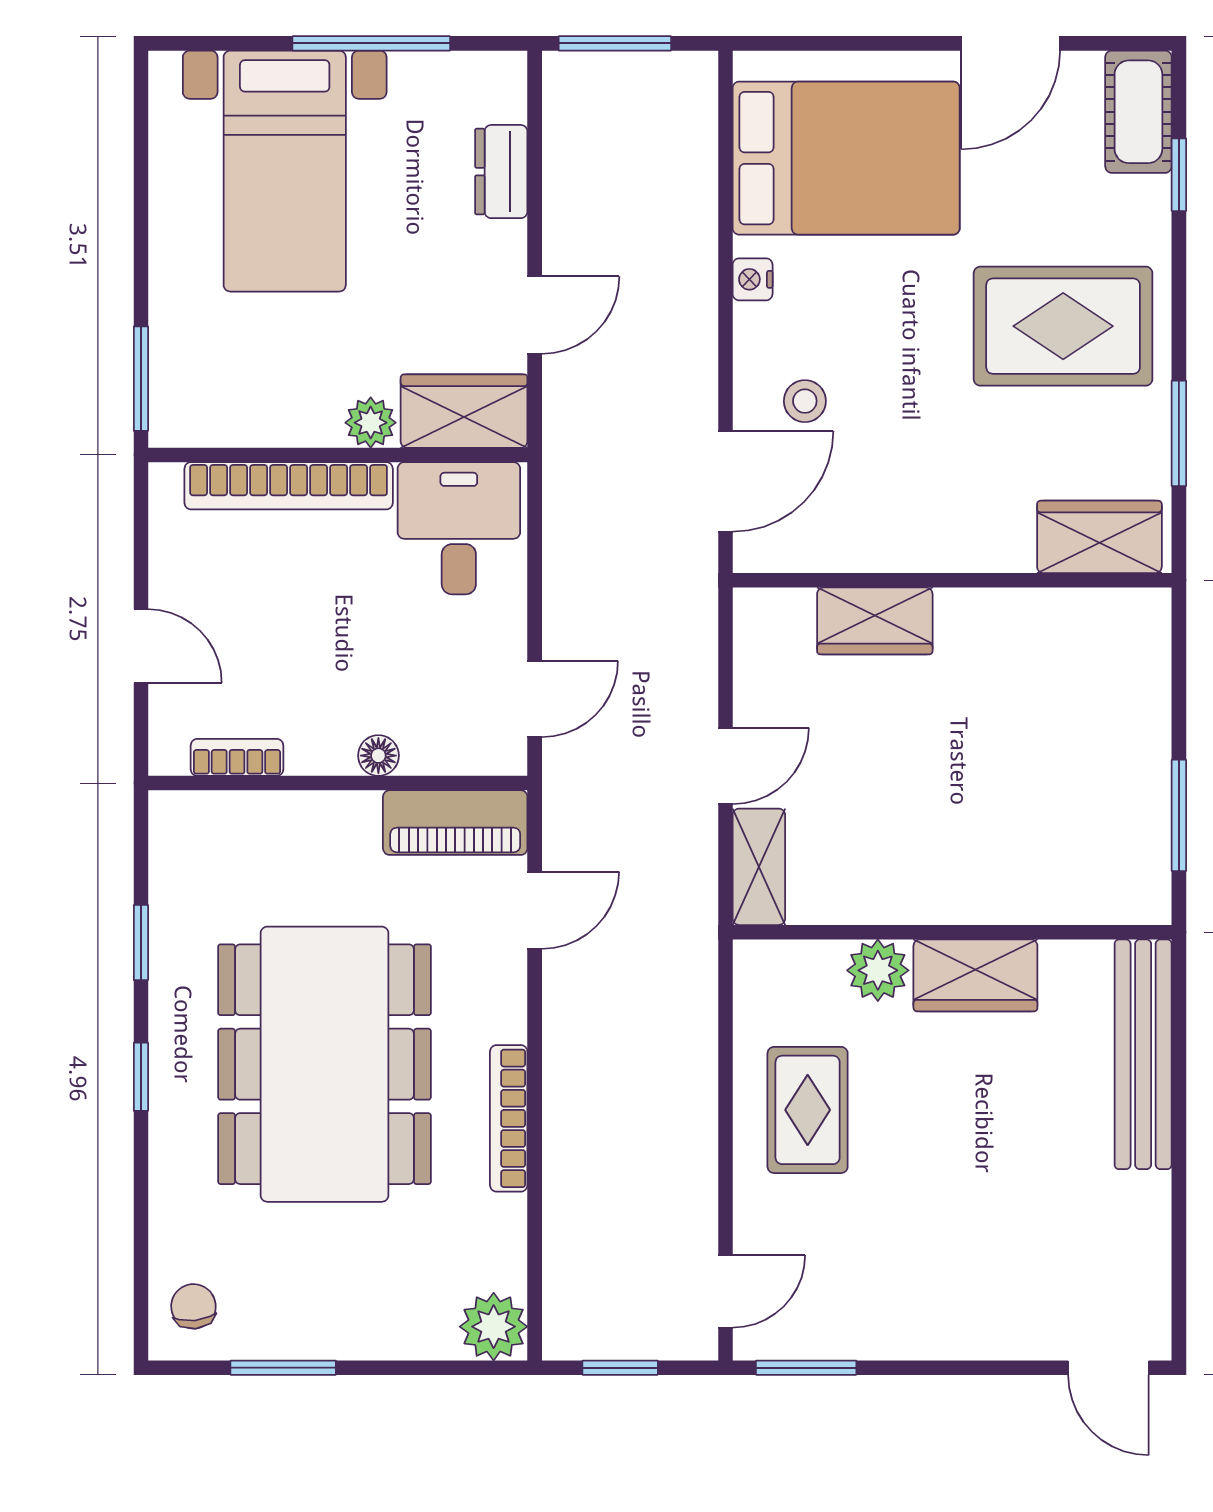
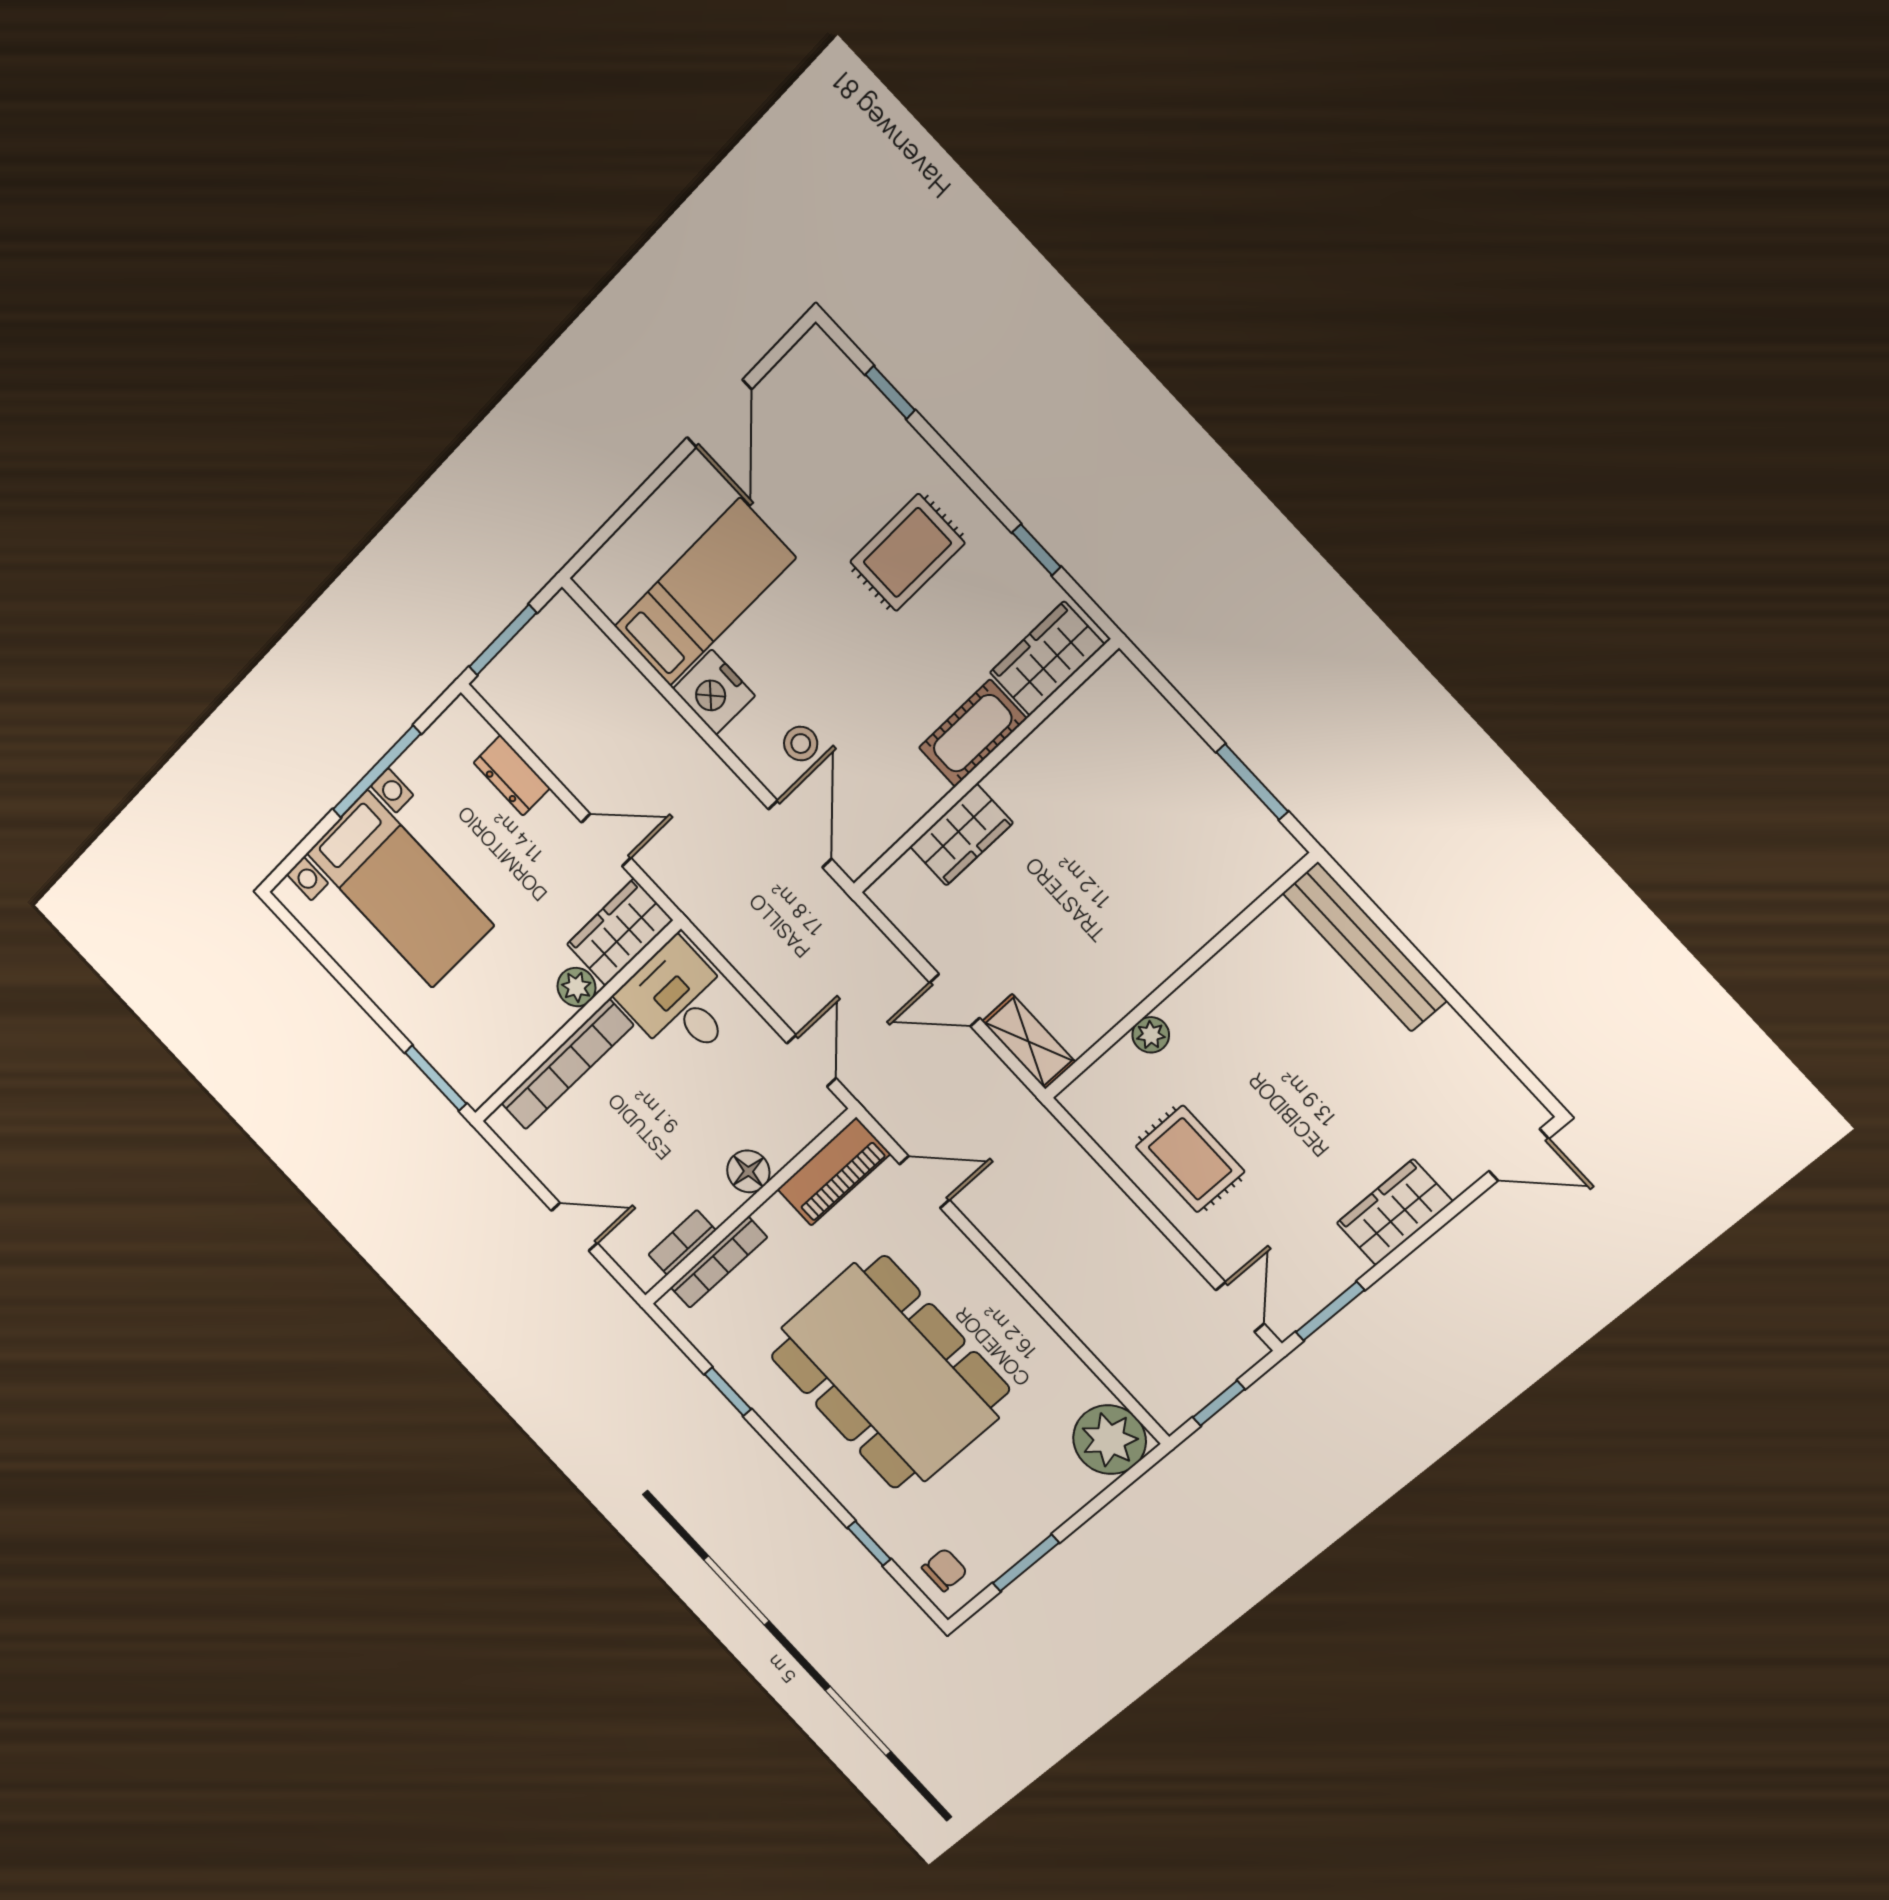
cot: (1138, 112) -> (973, 733), moved, turned 90
bed: (846, 158) -> (705, 592), width x0.67
nightstand: (753, 279) -> (714, 692), width x1.89, depth x1.79
door: (535, 315) -> (606, 840), hinge flipped
rug: (1063, 326) -> (907, 553), width x0.73, depth x0.70
window: (1179, 433) -> (1036, 550), width x0.67
floor lamp: (378, 756) -> (748, 1171), width x1.37, depth x1.37
door: (726, 766) -> (955, 1000), swing flipped
door: (535, 910) -> (924, 1182), hinge flipped
plant: (878, 970) -> (1151, 1035), width x0.73, depth x0.73
wardrobe: (975, 975) -> (1395, 1212), moved, turned 180
window: (141, 1077) -> (869, 1543), moved
bookcase: (509, 1118) -> (719, 1262), moved, turned -90
chair: (193, 1306) -> (945, 1570), turned 96
plant: (494, 1327) -> (1110, 1440), width x1.36, depth x1.36

